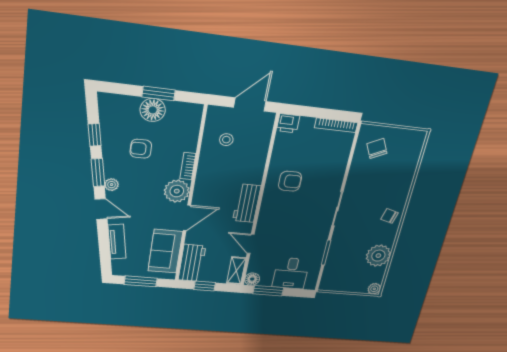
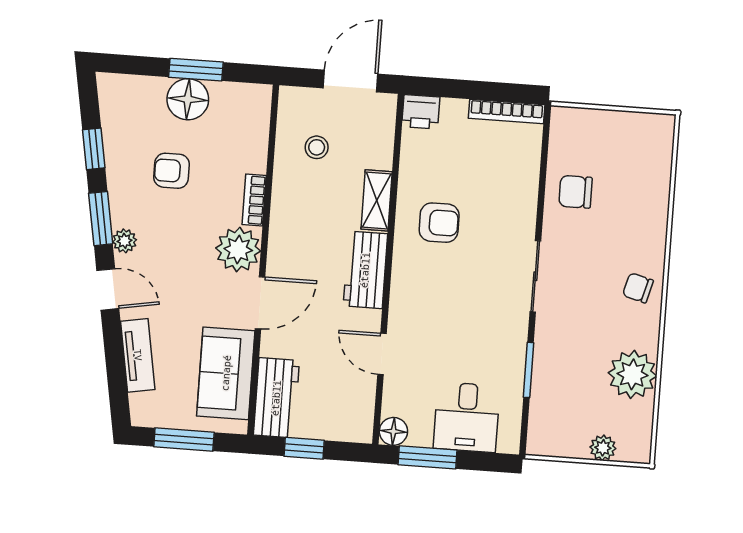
chair: (377, 148) -> (575, 192), moved, turned -64
shelving: (236, 271) -> (377, 200), moved
plant: (374, 289) -> (603, 448), moved

